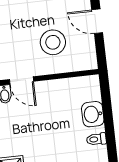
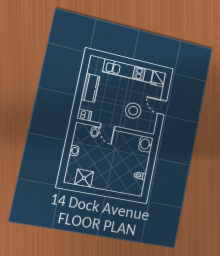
washbasin: (93, 114) -> (146, 144), moved

